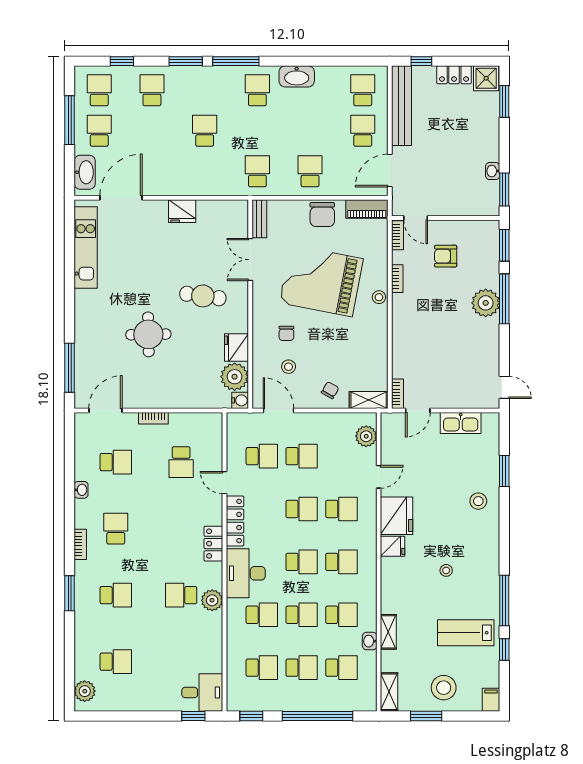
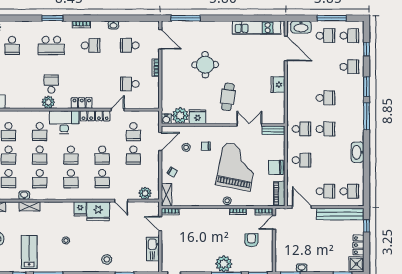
school desk: (257, 90) -> (325, 129), moved
school desk: (116, 462) -> (130, 45), turned 90
school desk: (116, 595) -> (51, 45), width x1.85

